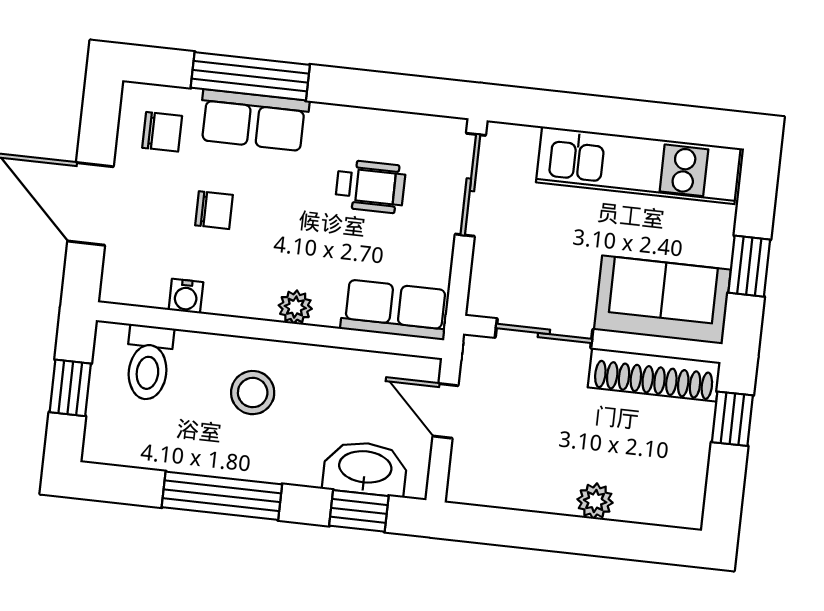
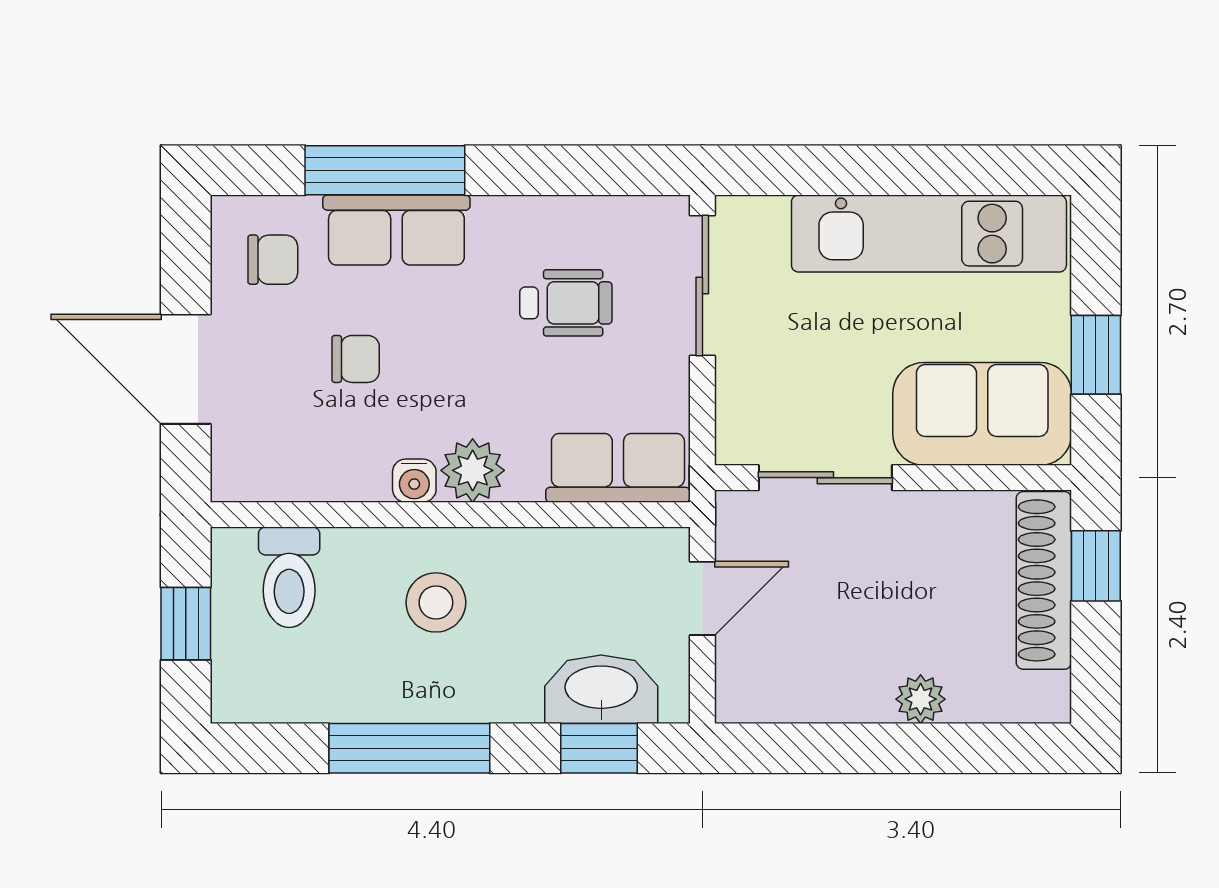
water cooler: (186, 296) -> (414, 481), moved
plant: (295, 307) -> (473, 470), width x1.38, depth x1.38
shoe rack: (654, 375) -> (1044, 580), moved, turned 90
door: (445, 411) -> (702, 598), swing flipped

